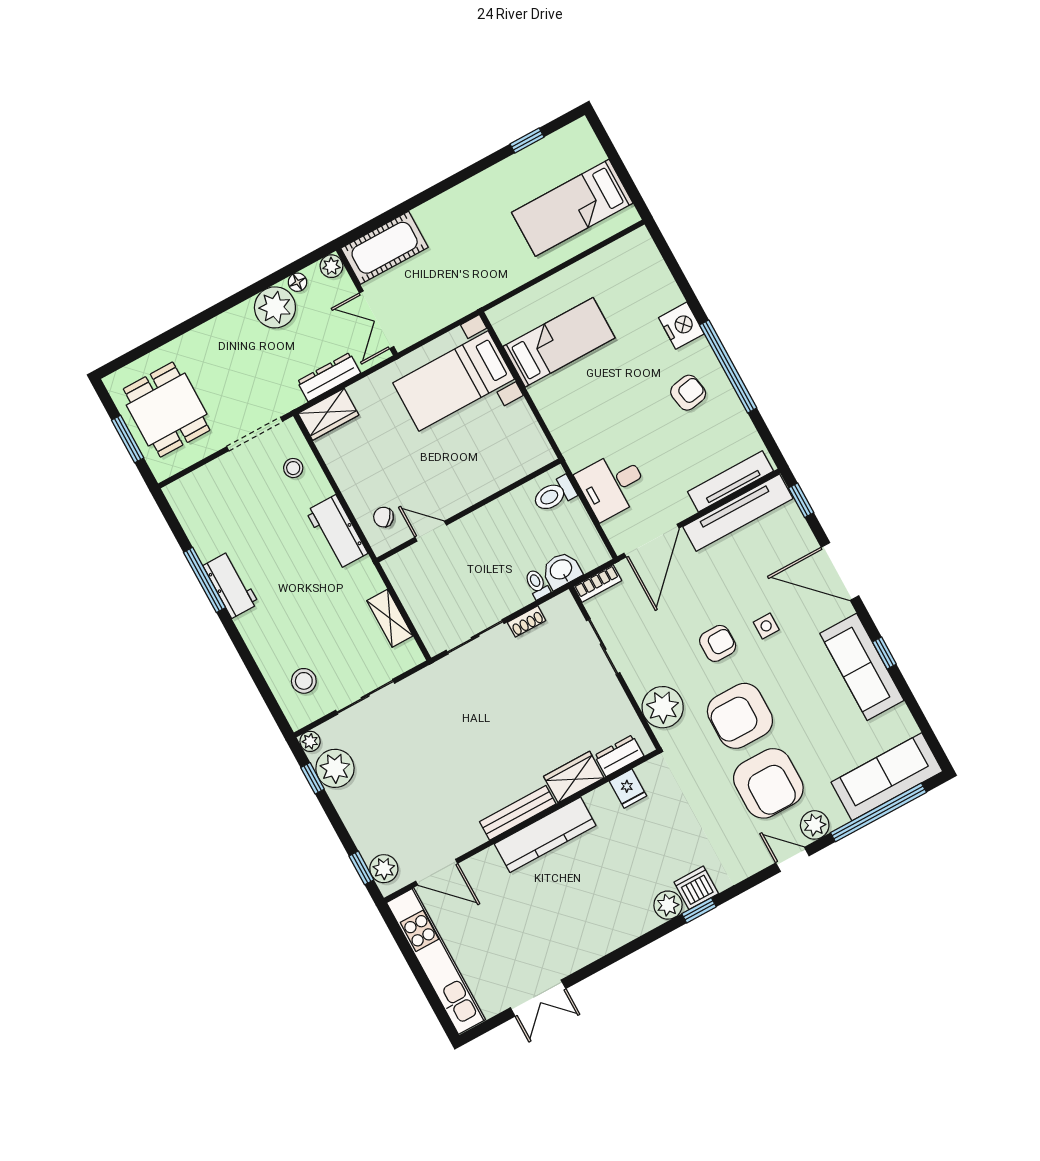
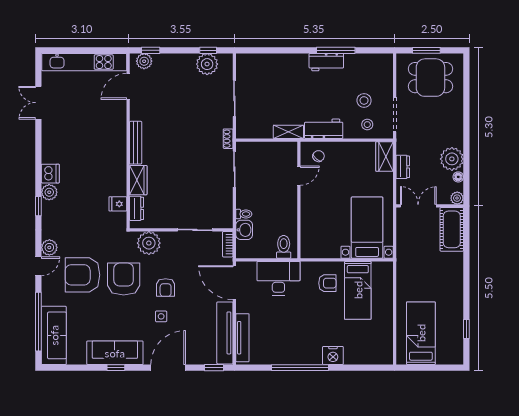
dresser: (329, 377) -> (403, 167), width x0.70
armchair: (688, 393) -> (327, 283), moved, turned -80
desk: (612, 485) -> (278, 278), width x1.37
shelving: (390, 618) -> (288, 132), moved
shoe rack: (527, 621) -> (228, 139), moved
stool: (304, 681) -> (364, 100), moved
plant: (310, 741) -> (227, 59), removed
plant: (815, 825) -> (49, 247), moved
kitchen counter: (545, 835) -> (117, 150), removed
dishwasher: (696, 888) -> (50, 174), moved

